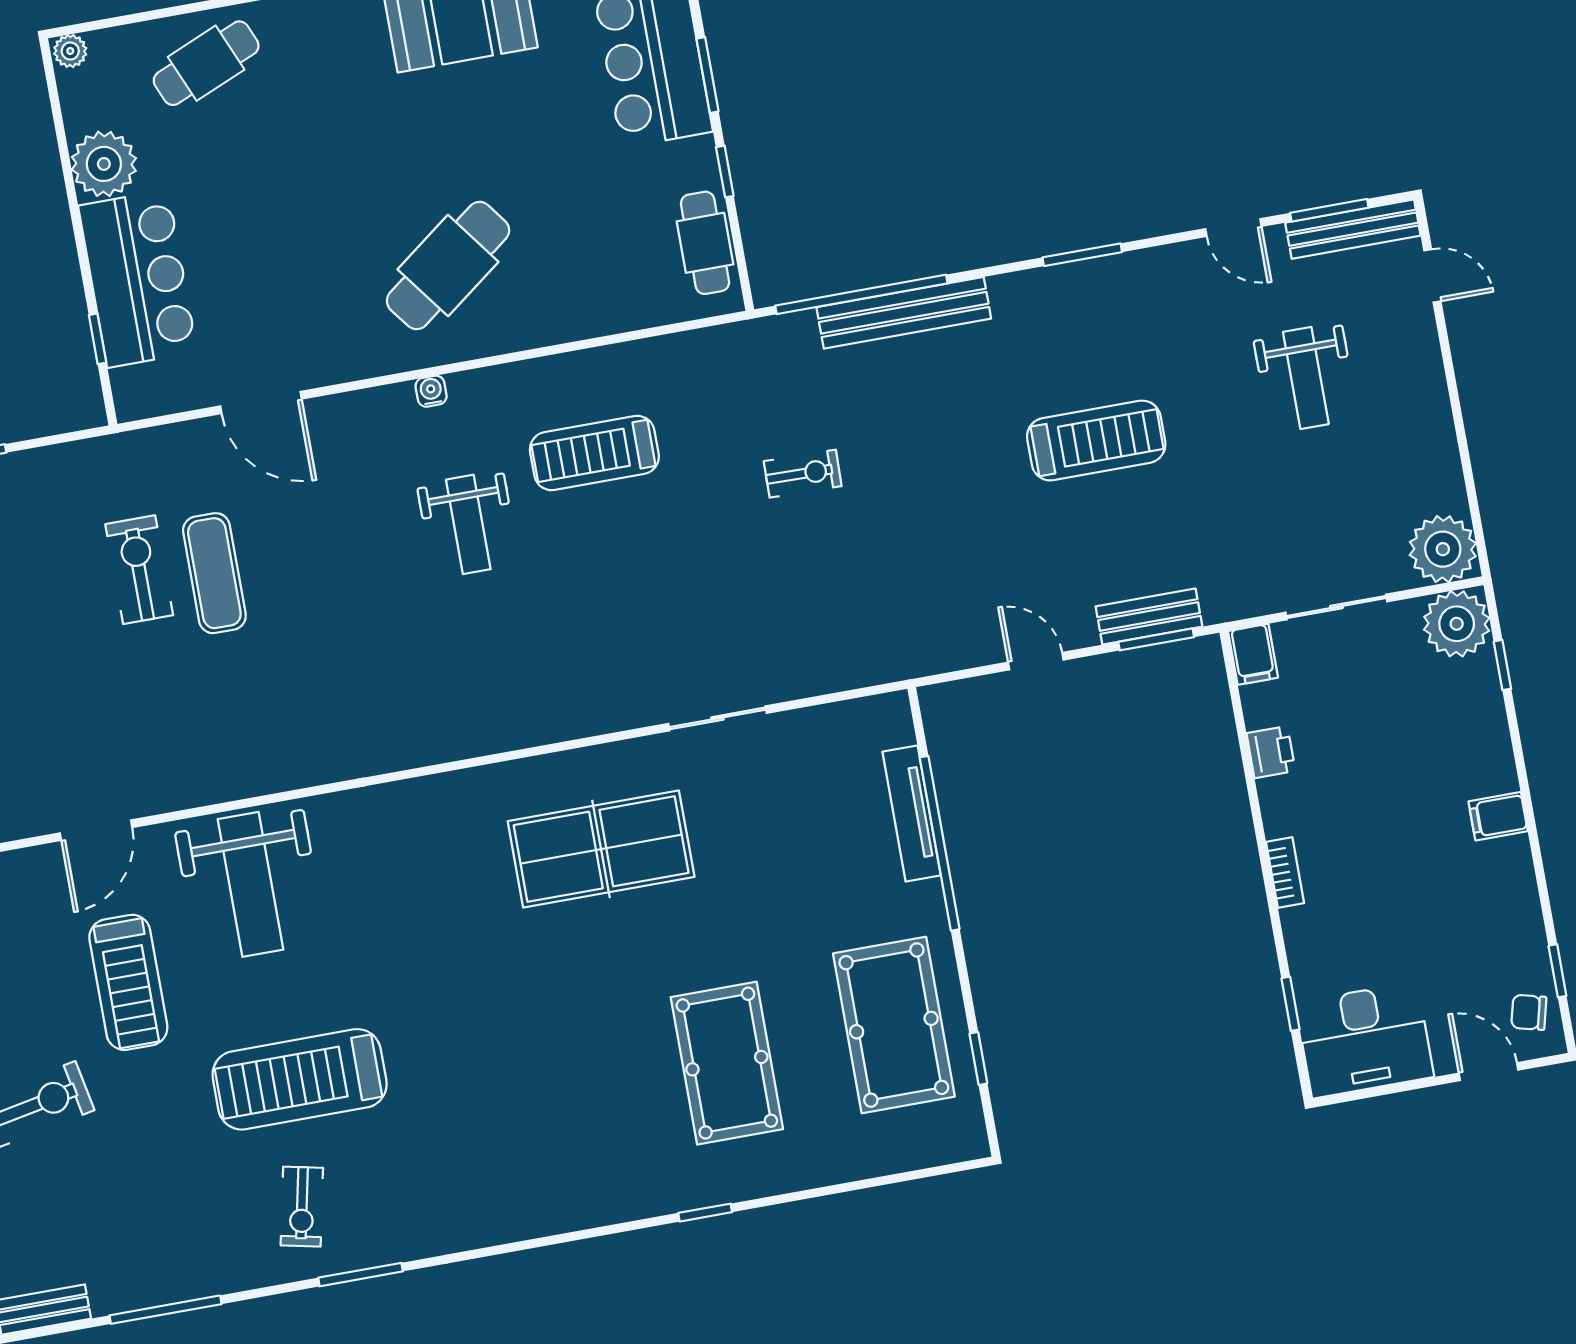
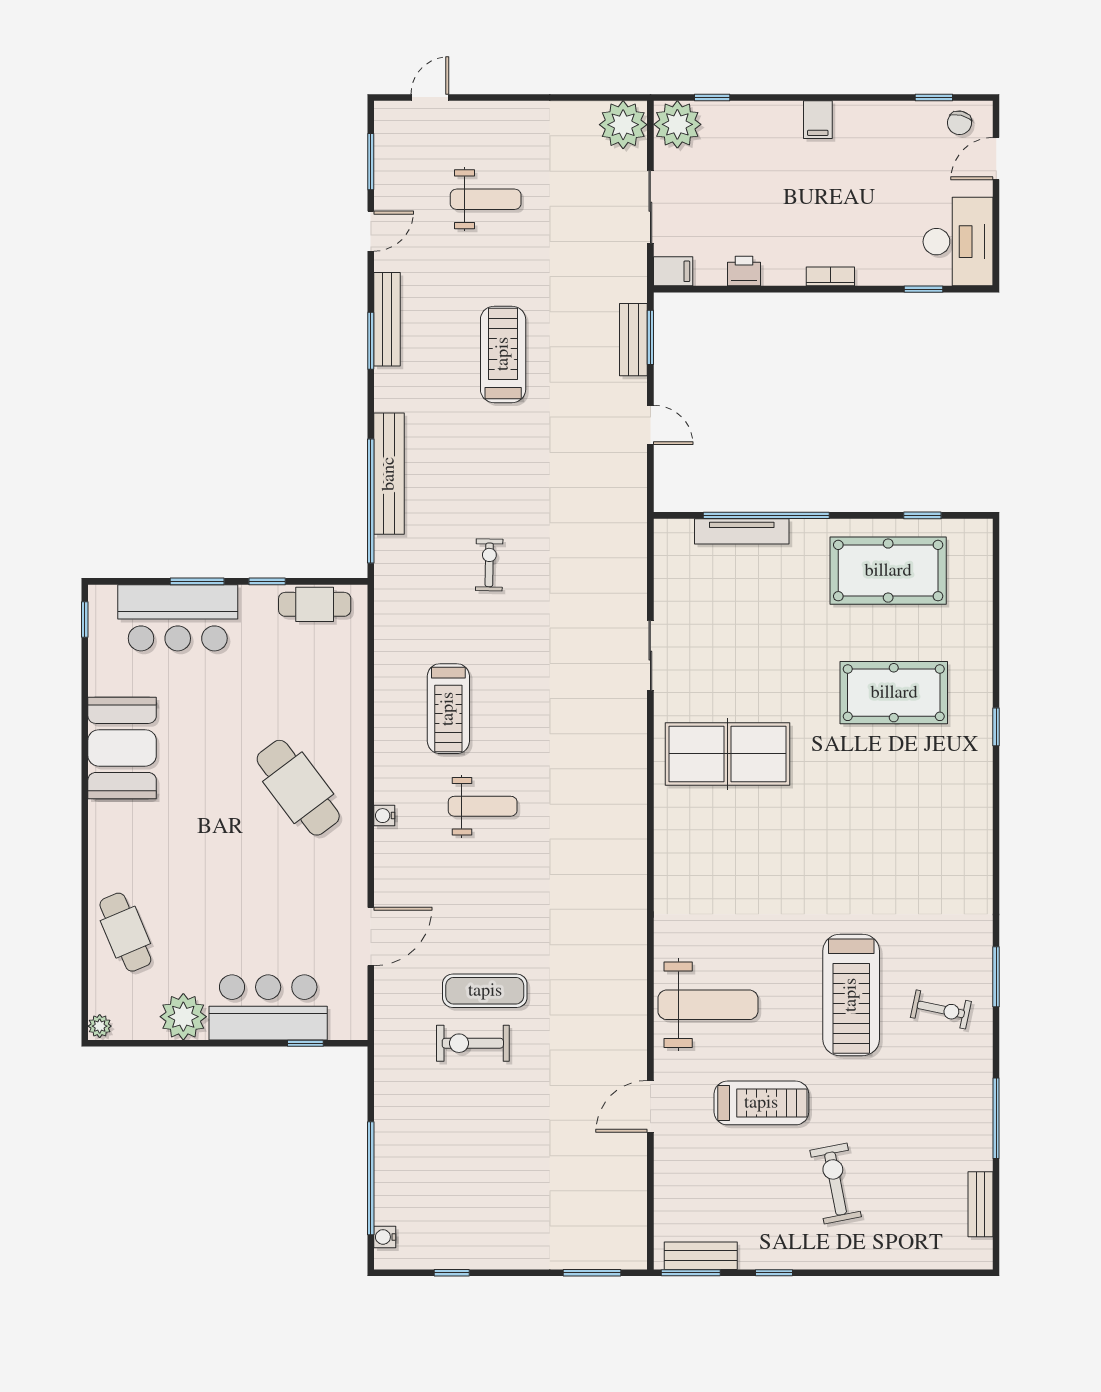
bench: (1353, 229) -> (387, 319), moved
door: (1036, 661) -> (650, 425), swing flipped
door: (96, 830) -> (650, 1106), swing flipped
table tennis table: (601, 849) -> (727, 754), turned 90

